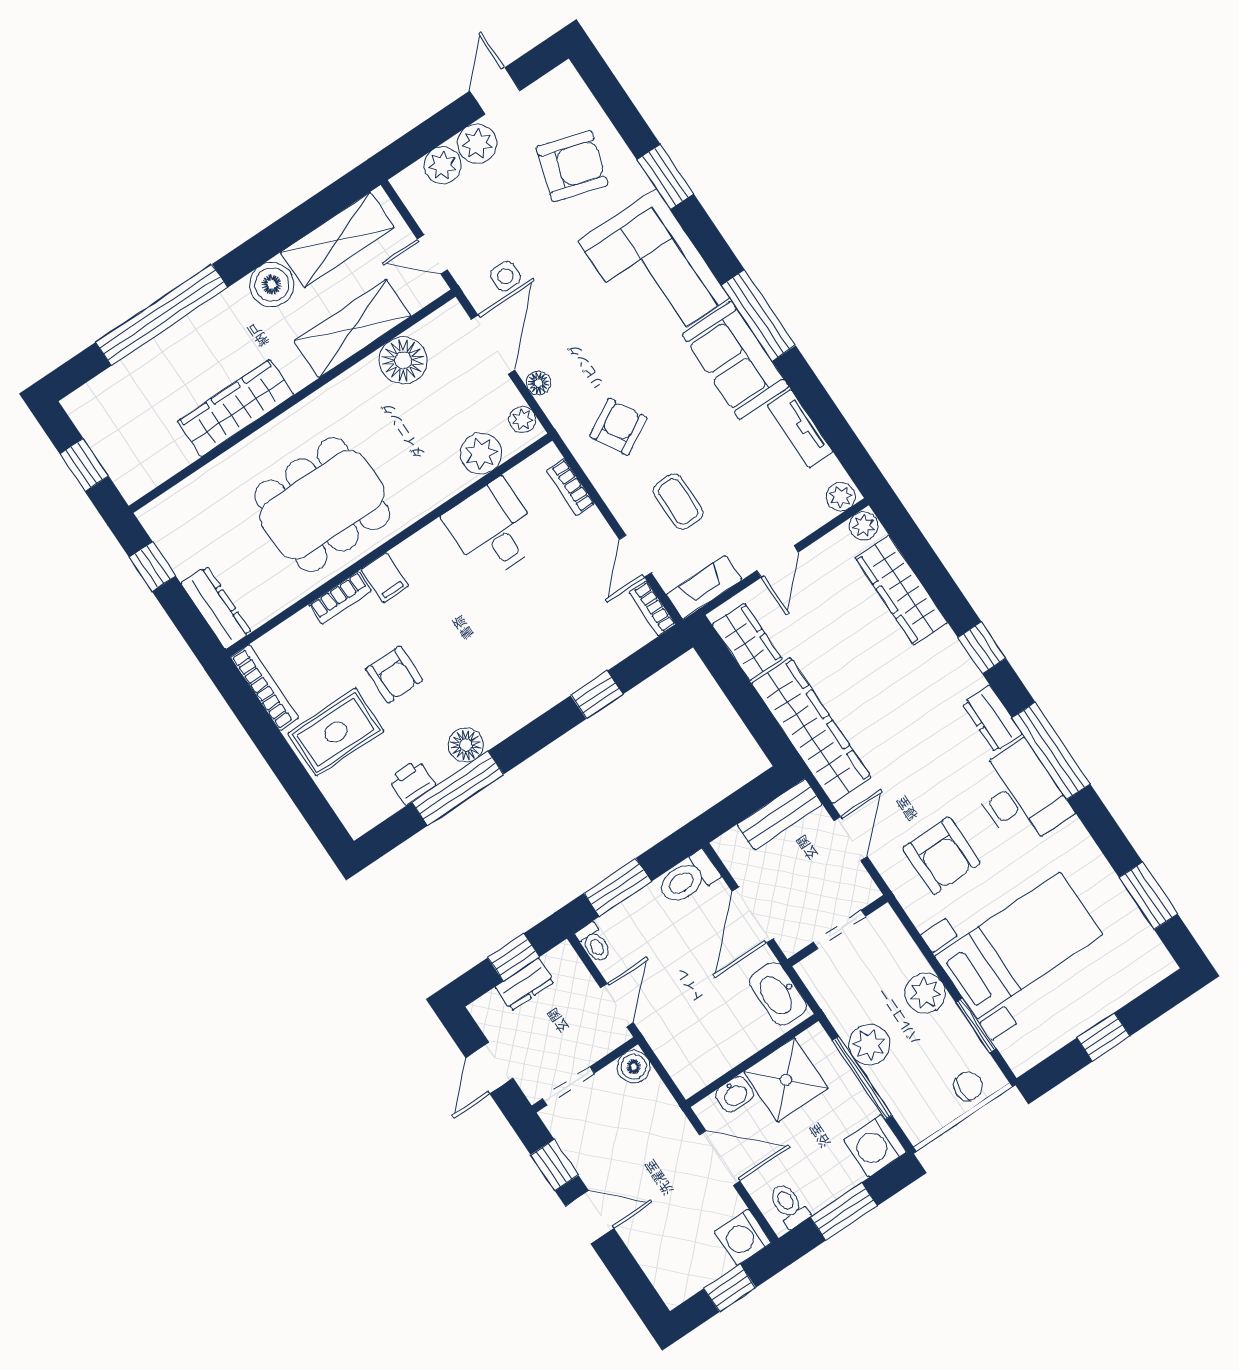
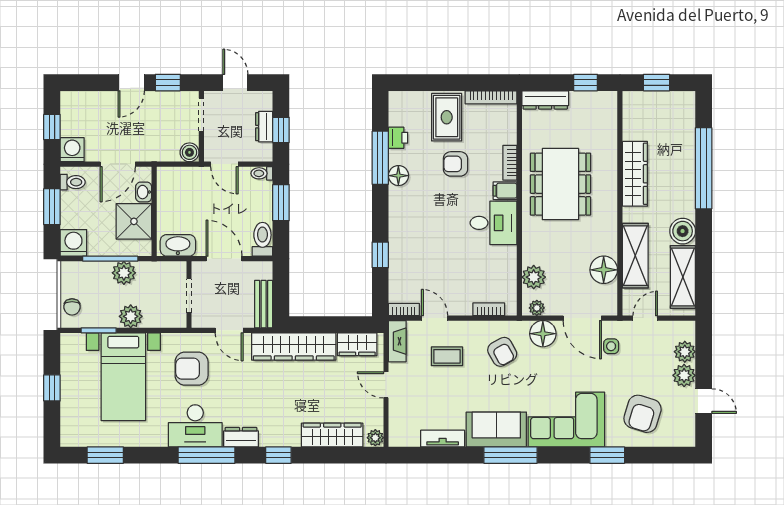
floor lamp: (538, 383) -> (543, 334), width x1.89, depth x1.89
plant: (841, 497) -> (397, 436), removed
desk: (493, 529) -> (494, 223), moved

